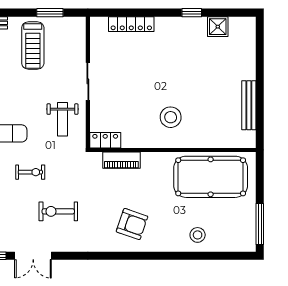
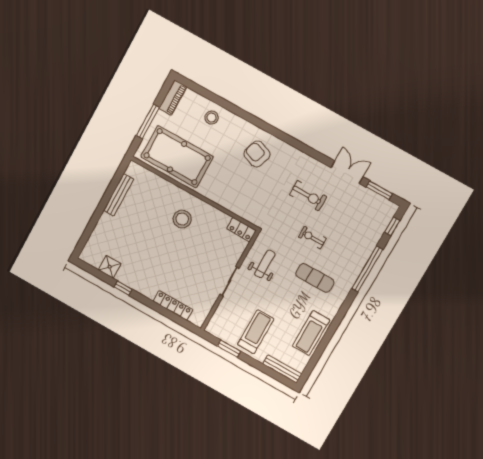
piano: (121, 160) -> (173, 98), moved, turned 90
window: (260, 224) -> (148, 121), moved

